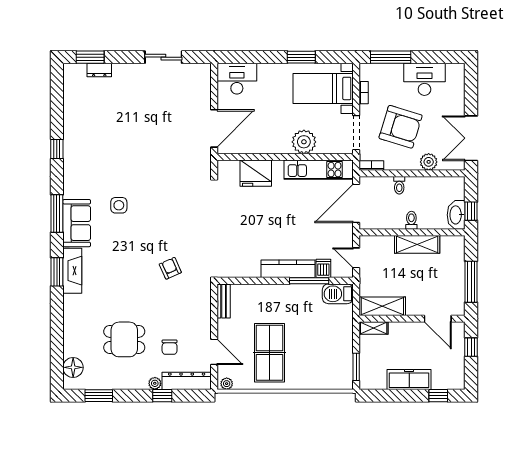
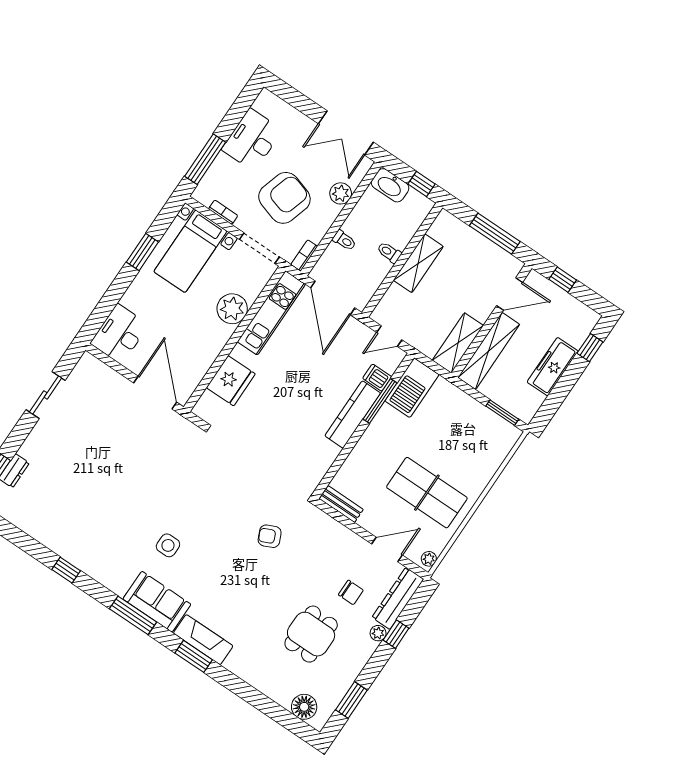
washbasin: (456, 215) -> (390, 185), moved
barbecue: (338, 294) -> (412, 388), width x1.37, depth x1.21
shelving: (374, 328) -> (489, 351), width x2.20, depth x1.33

